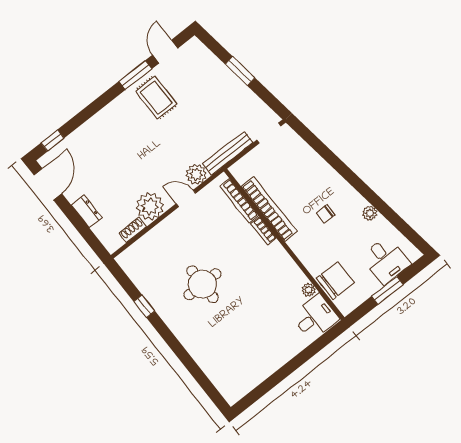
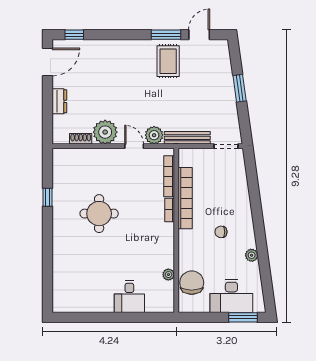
desk: (386, 260) -> (231, 296), width x1.37
chair: (335, 281) -> (192, 283), turned -90
window: (387, 290) -> (243, 317), moved
desk: (315, 317) -> (129, 297), moved, turned 90

